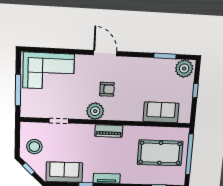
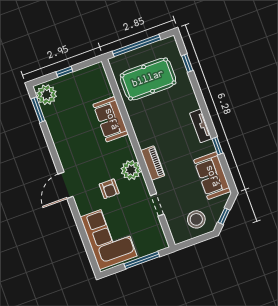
window: (165, 56) -> (38, 110), moved
armchair: (107, 89) -> (109, 189), moved, turned 180
sofa: (161, 112) -> (111, 119), moved
piano: (109, 131) -> (153, 163), moved
pool table: (160, 153) -> (148, 79), turned 90

